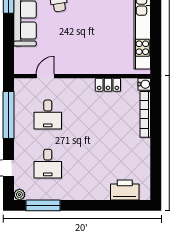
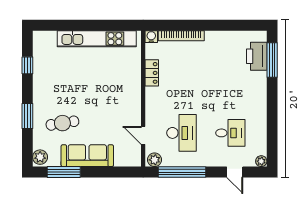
plant: (21, 87) -> (155, 160), added
desk: (48, 115) -> (181, 133), width x1.37
window: (43, 205) -> (272, 60), moved

